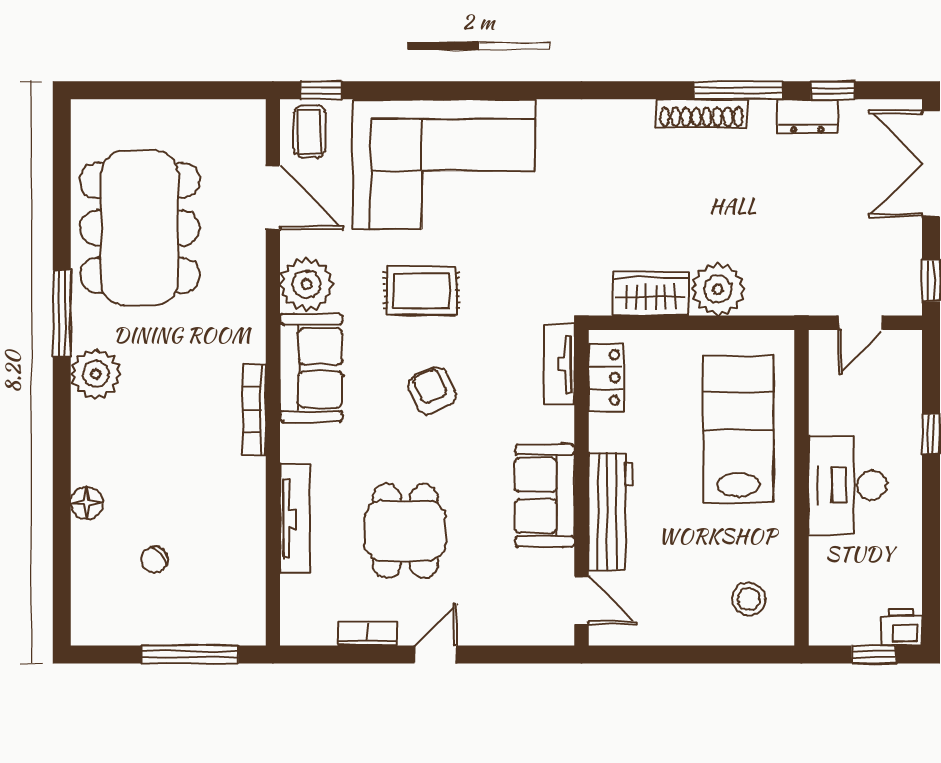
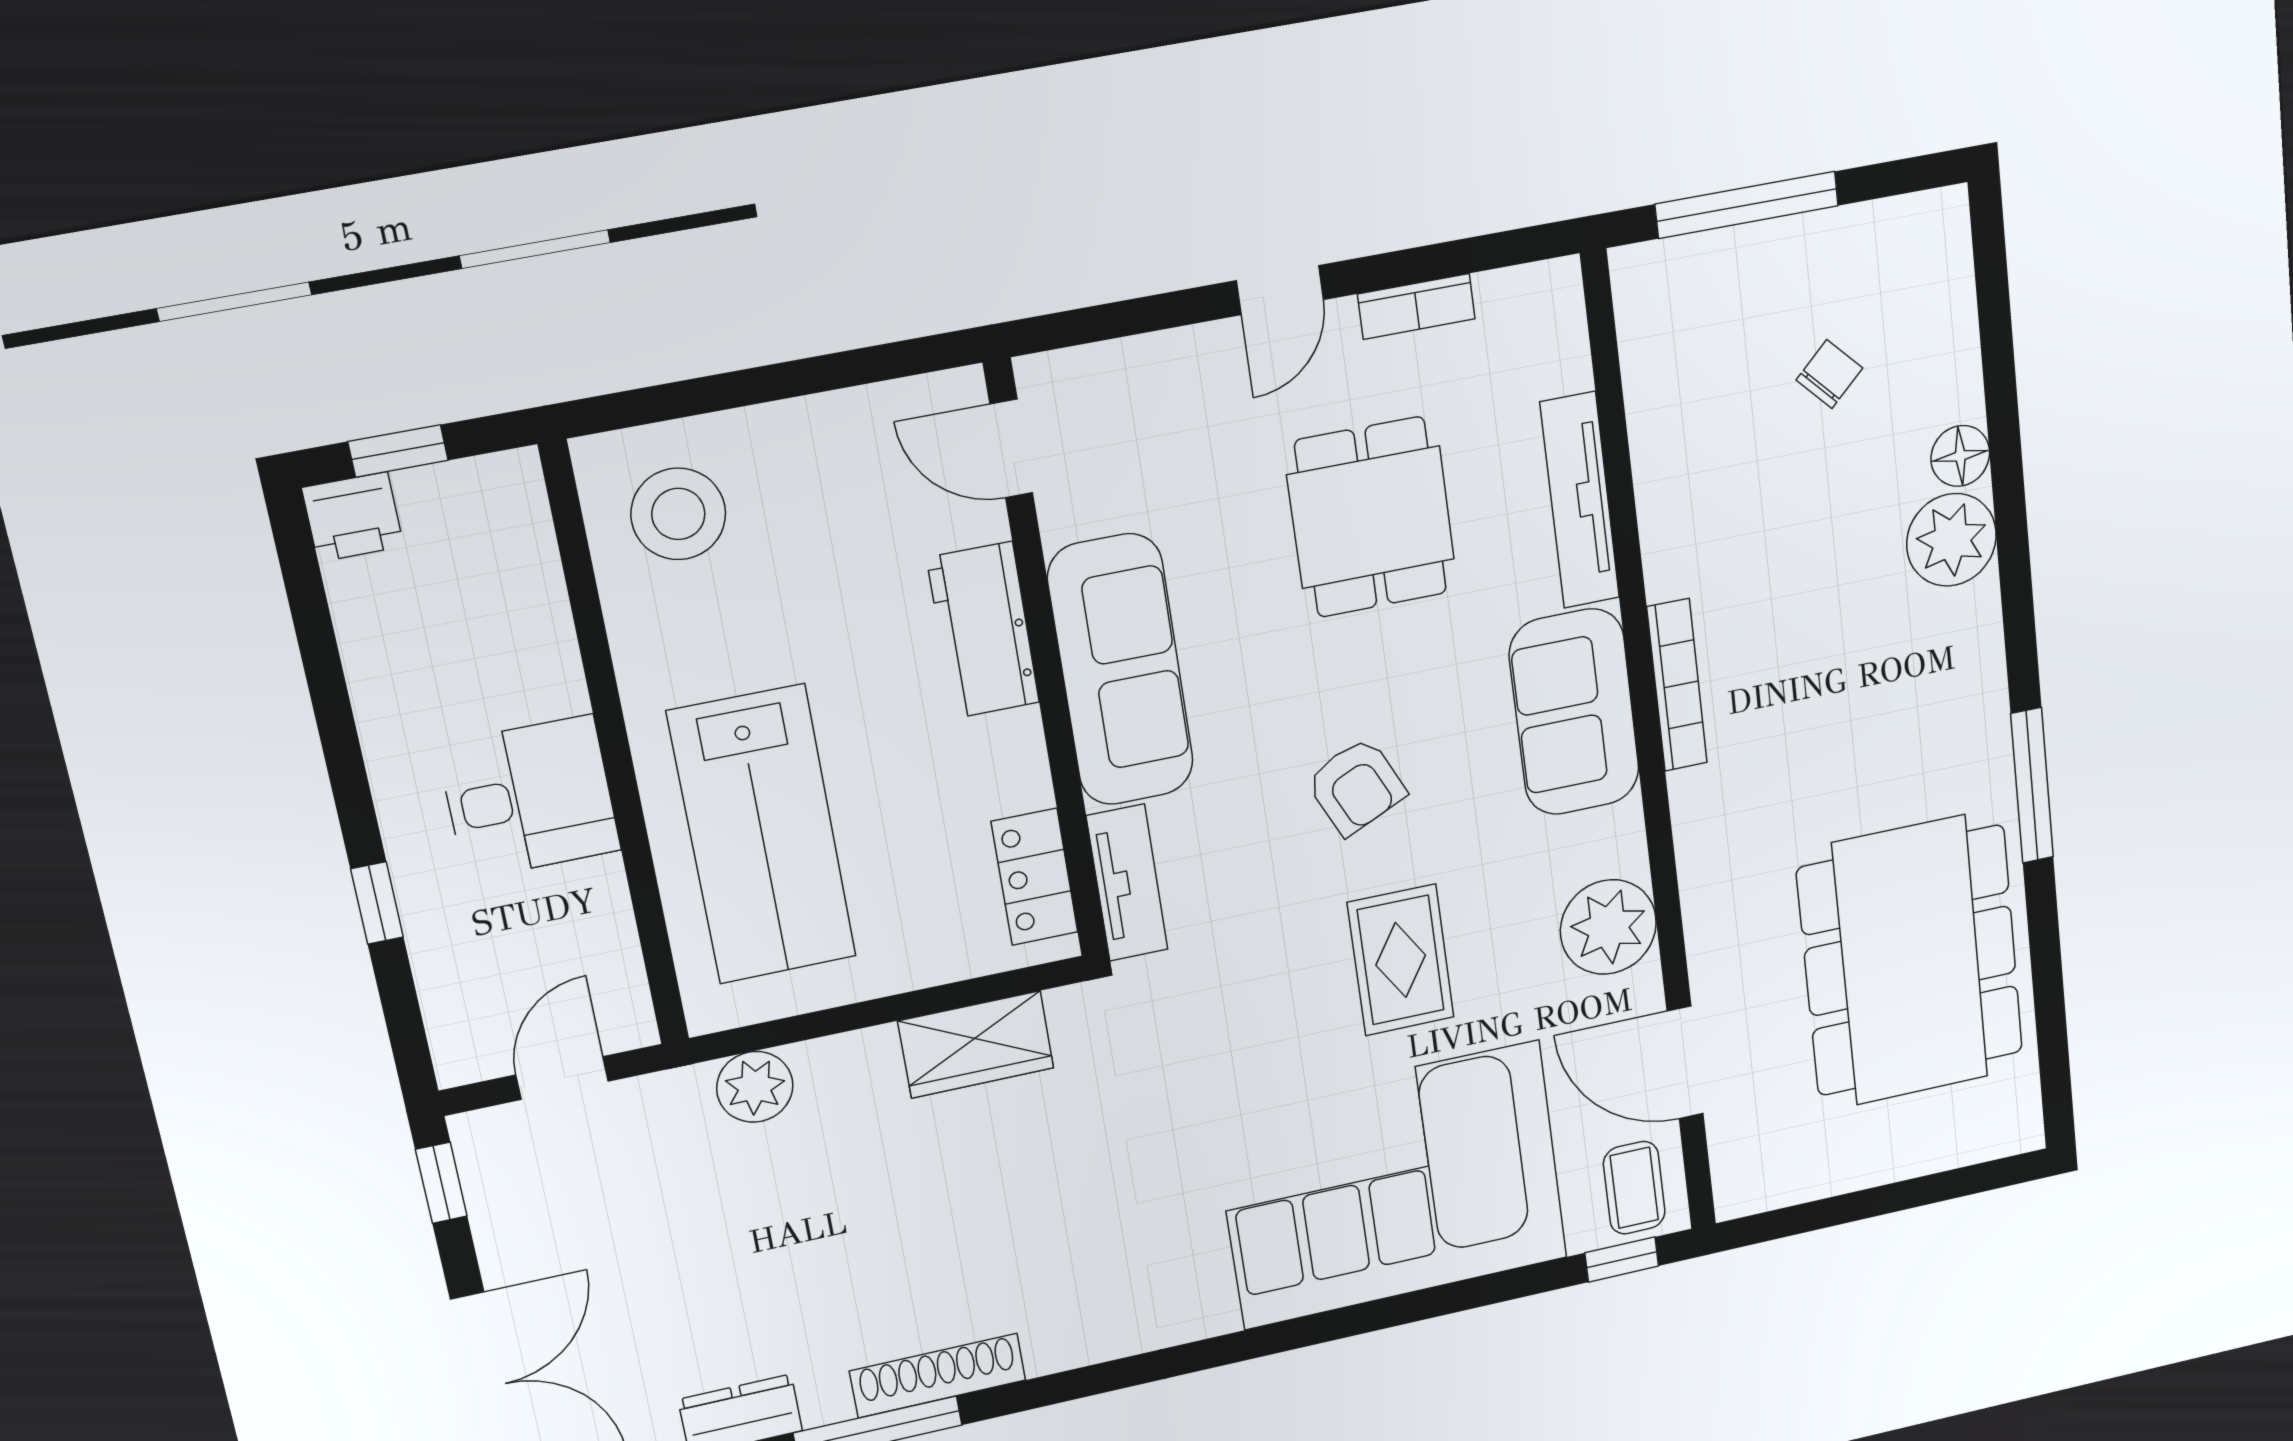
plant: (718, 289) -> (755, 1087), moved, width x0.73, depth x0.73
rug: (421, 291) -> (1401, 960), turned 90
sofa: (311, 368) -> (1574, 712), moved
plant: (96, 374) -> (1951, 540), moved
desk: (848, 485) -> (529, 798), width x0.73
sofa: (545, 496) -> (1121, 670), width x1.36
workbench: (611, 511) -> (983, 630), width x0.73
stool: (749, 599) -> (678, 514), width x1.38, depth x1.38

